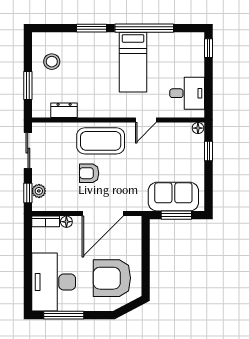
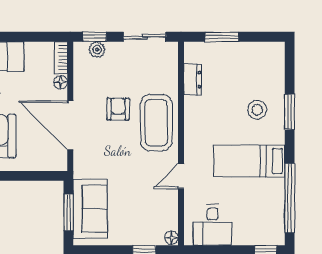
window: (144, 28) -> (290, 198), moved
stool: (52, 62) -> (257, 110), moved
door: (146, 120) -> (181, 176), hinge flipped

